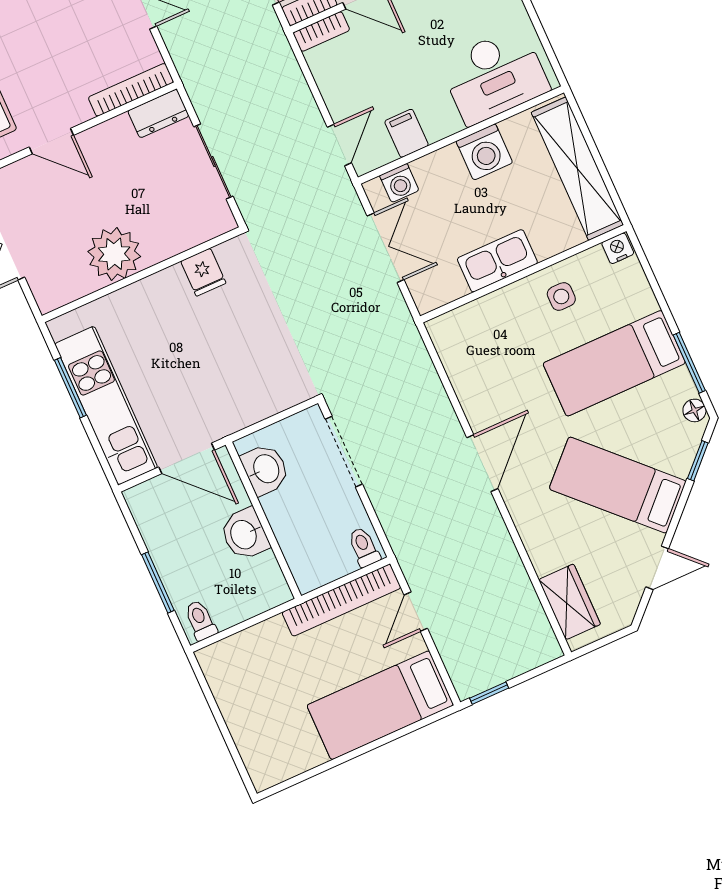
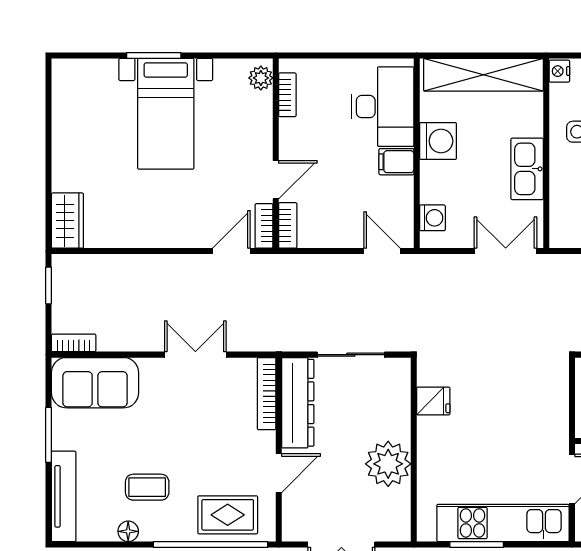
dresser: (158, 113) -> (298, 403), width x1.96, depth x1.24
filing cabinet: (407, 133) -> (396, 162), moved
double door: (386, 248) -> (506, 251), moved

